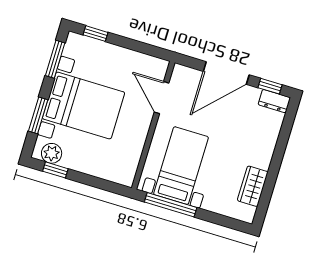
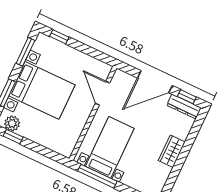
dresser: (274, 101) -> (184, 106), width x1.44
wardrobe: (253, 186) -> (172, 151), moved

